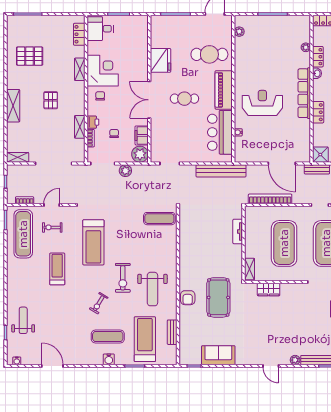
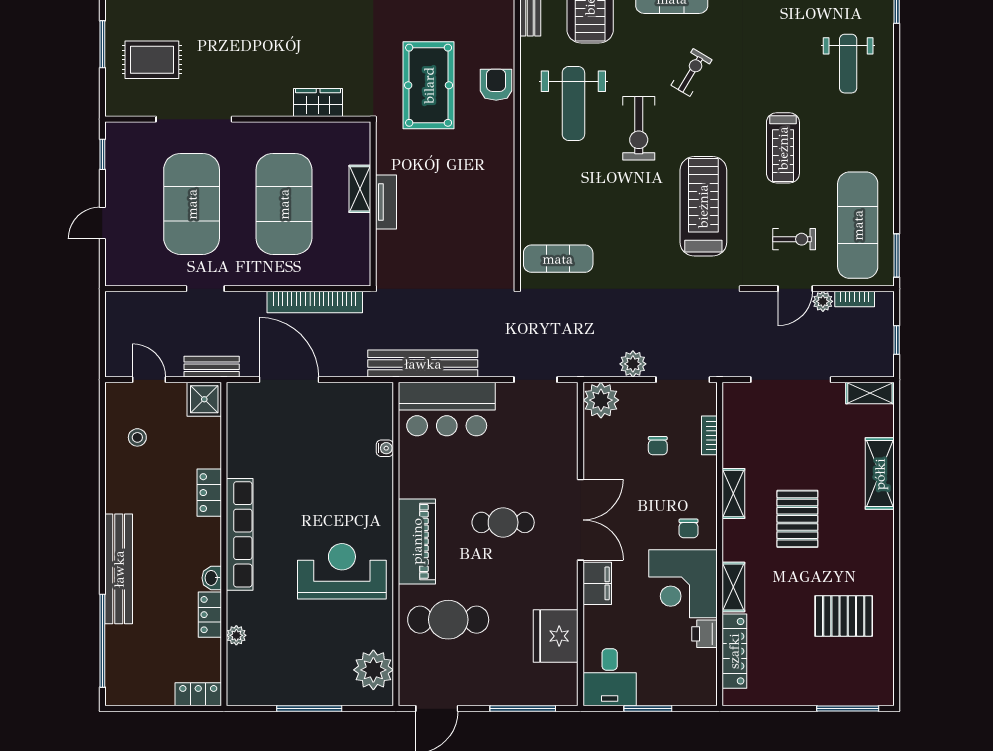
desk: (100, 29) -> (610, 677), moved, turned 90
plant: (239, 32) -> (373, 670), width x1.87, depth x1.87
locker: (79, 34) -> (734, 651), width x1.53
fridge: (161, 60) -> (556, 636), moved
pallet: (51, 100) -> (797, 519), width x1.50, depth x1.42
reception desk: (262, 103) -> (342, 571), moved, turned 180
shelving: (13, 106) -> (880, 474), moved
printer: (93, 122) -> (704, 634), moved
shelving: (80, 127) -> (733, 494), moved
bar counter: (220, 132) -> (447, 409), moved, turned 90
filing cabinet: (142, 135) -> (597, 583), moved
plant: (39, 199) -> (823, 301), added
tv unit: (238, 231) -> (386, 202), moved
shelving: (250, 269) -> (360, 189), moved
exercise bike: (123, 278) -> (639, 128), turned 180
weight bench: (152, 289) -> (573, 104), turned 180
weight bench: (23, 320) -> (848, 64), moved

